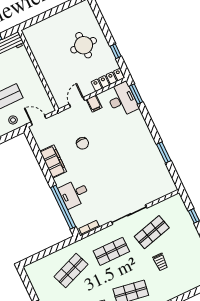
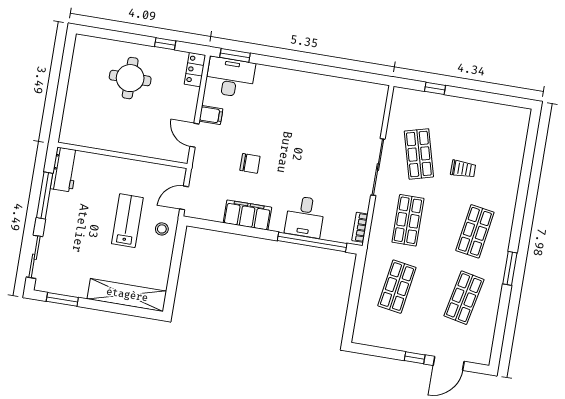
locker: (108, 80) -> (195, 70), width x0.66
window: (164, 153) -> (331, 71), removed
shop shelf: (71, 271) -> (397, 287), turned 30

